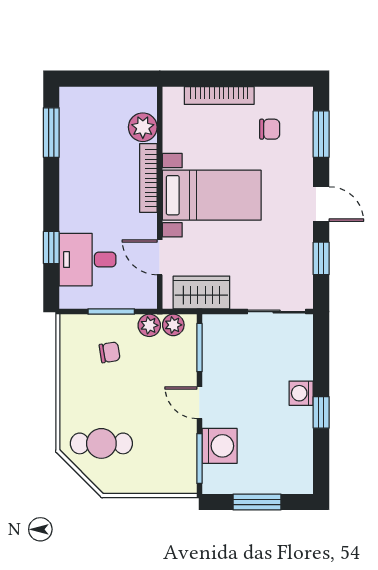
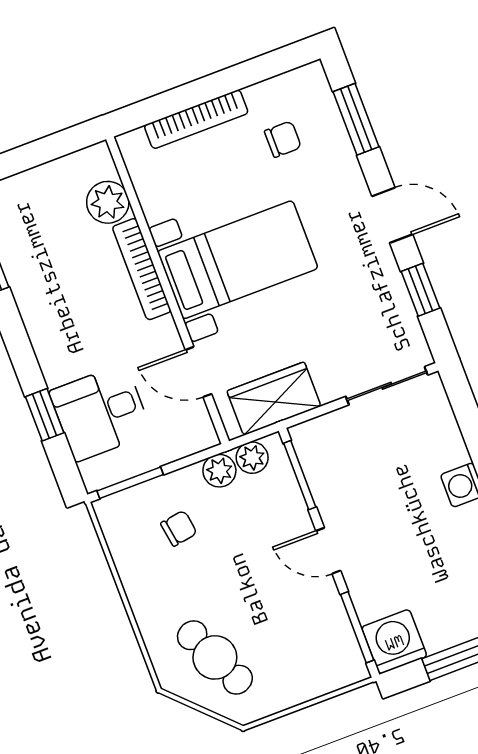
window: (111, 312) -> (130, 483), moved
cafe table: (101, 443) -> (215, 657), turned 65
washing machine: (220, 446) -> (394, 642), moved, turned -90

